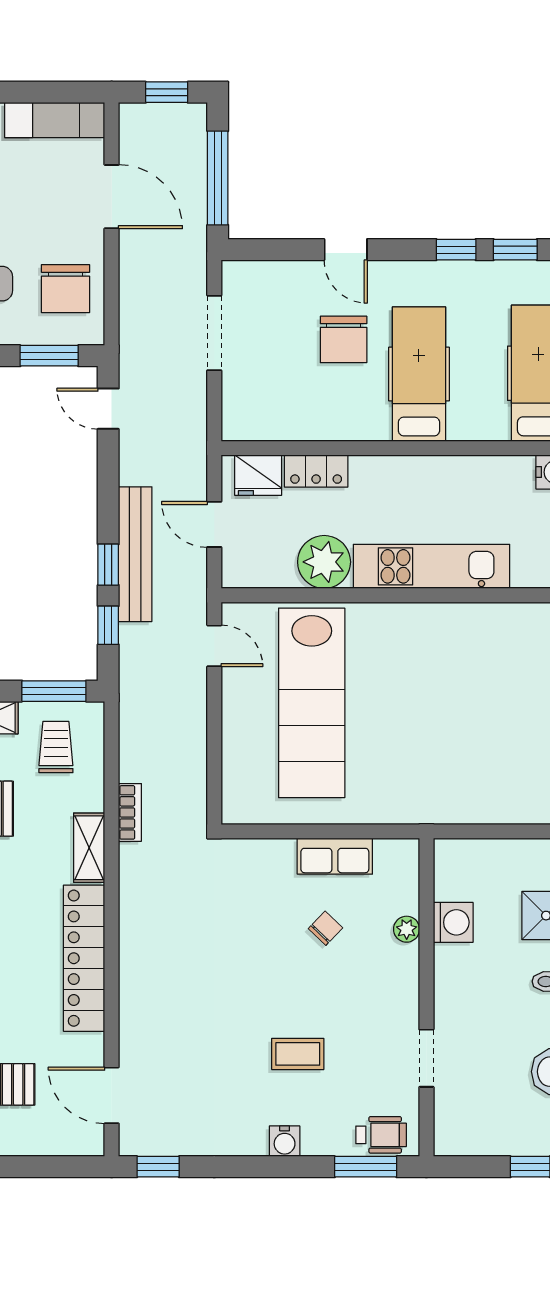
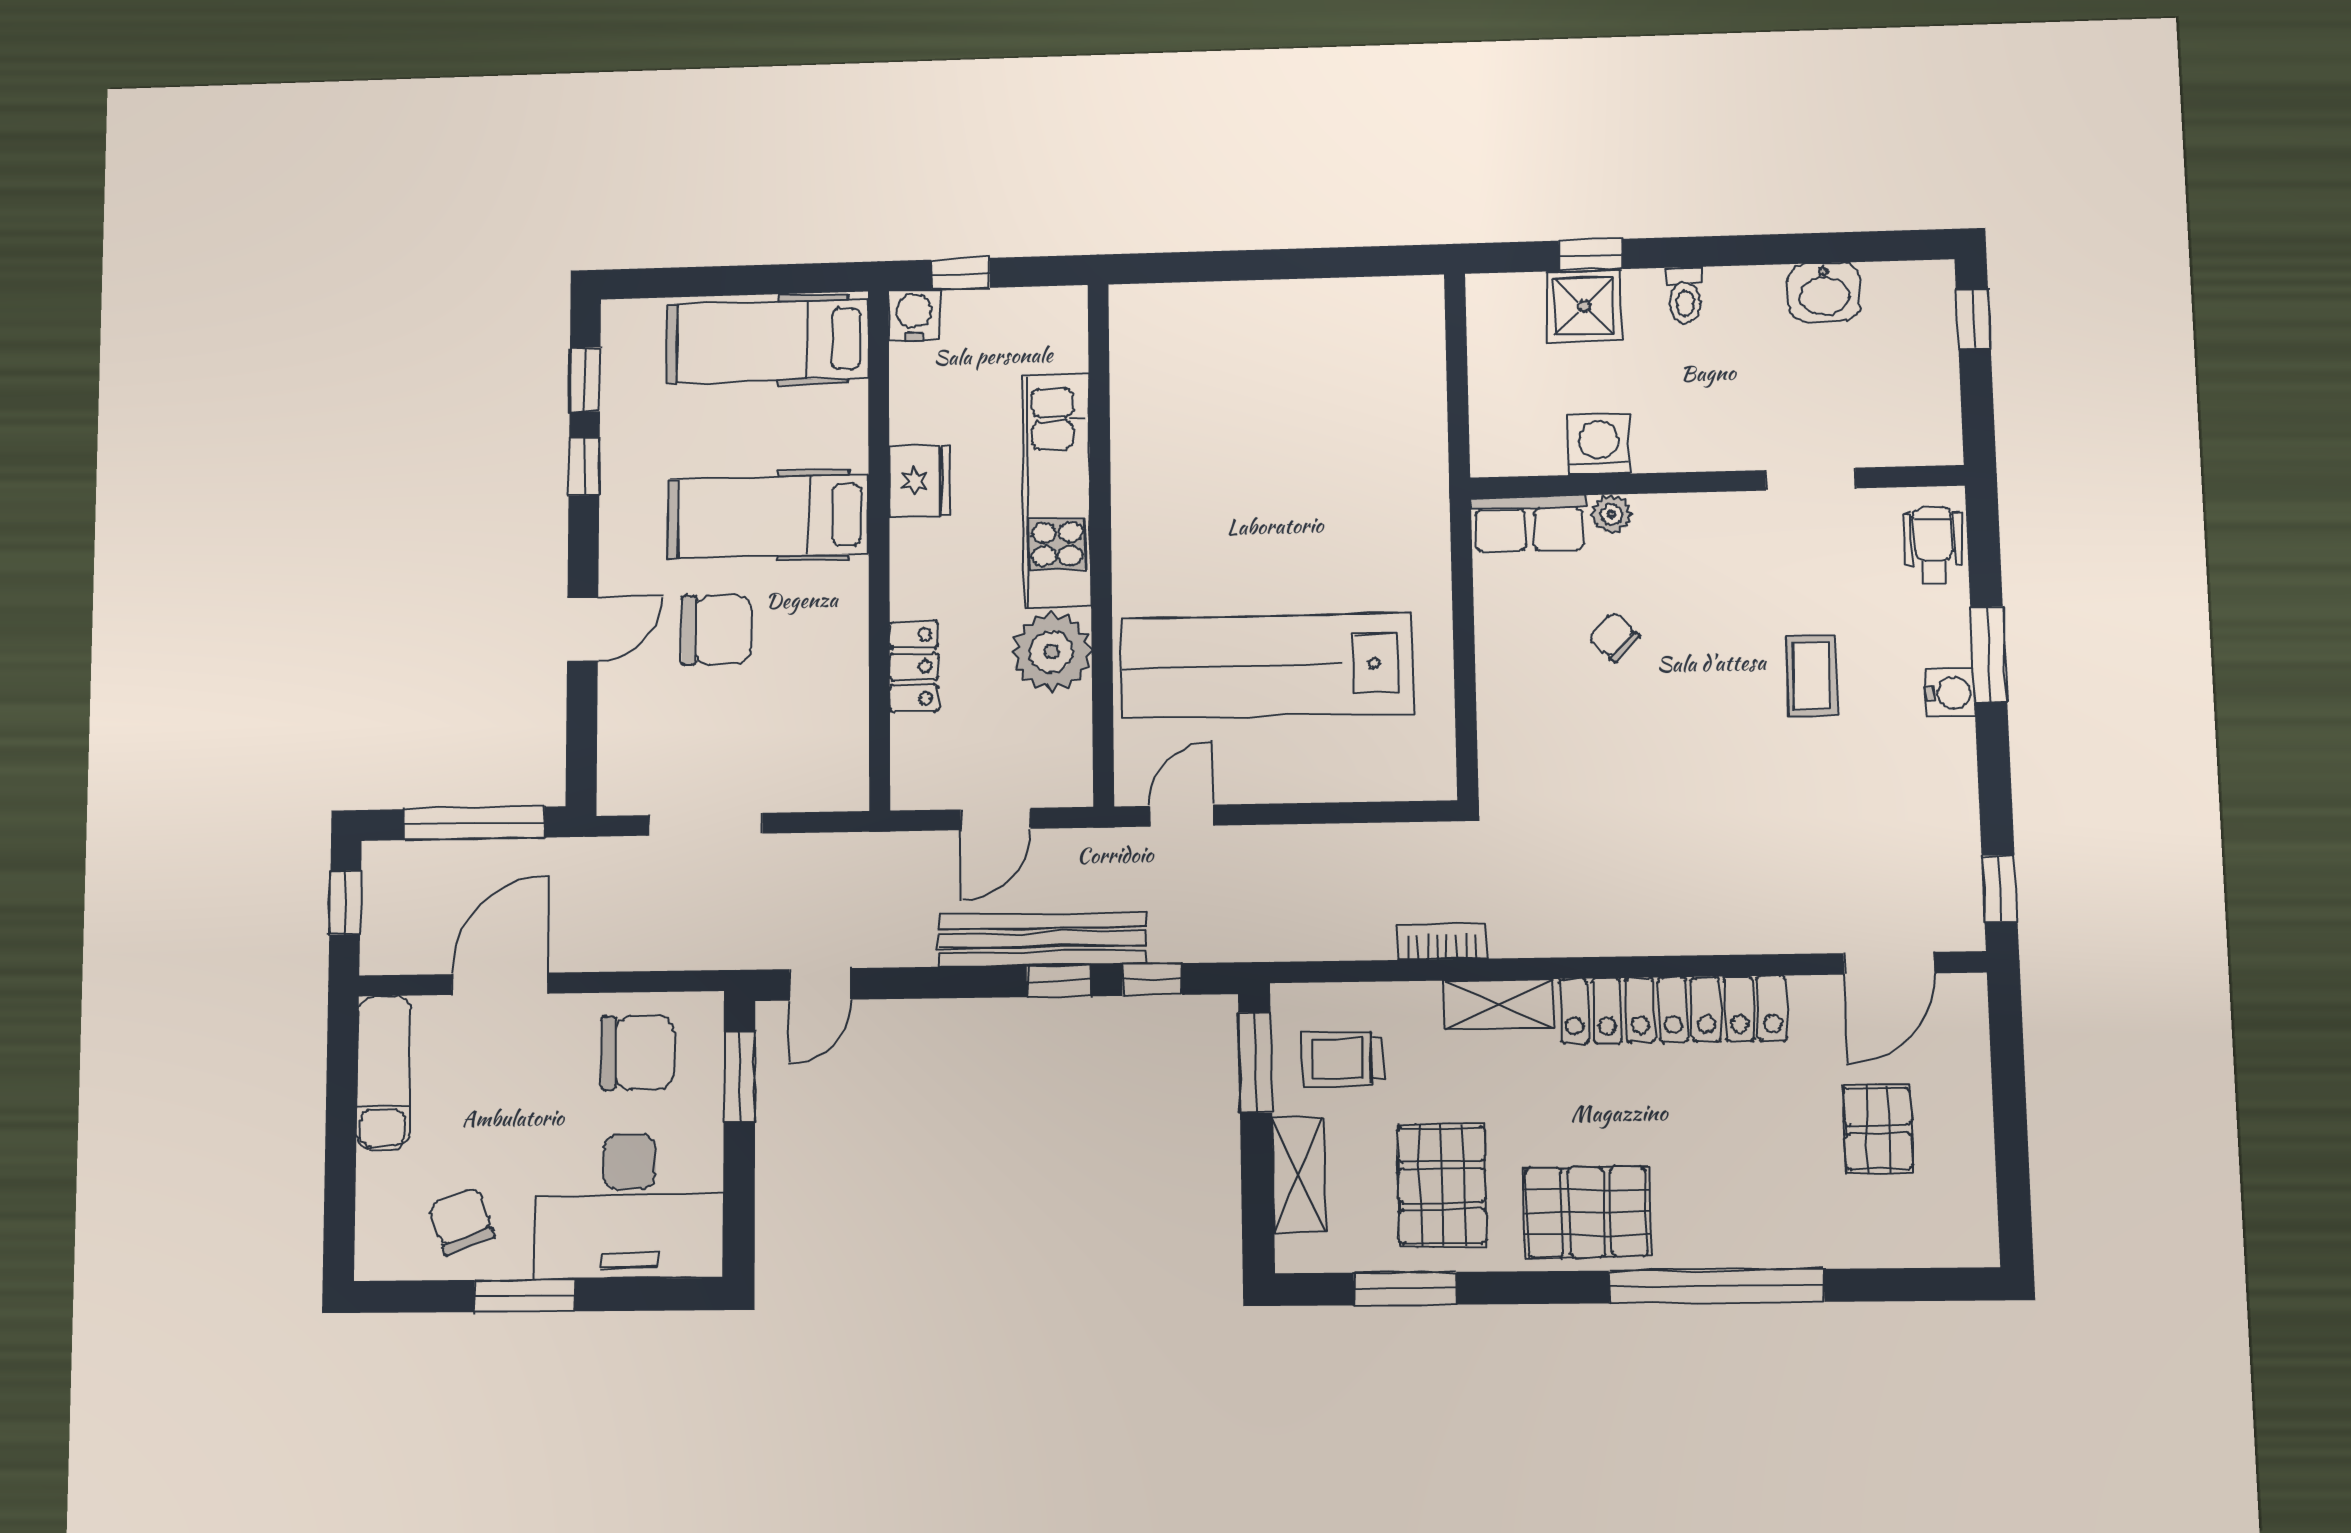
fridge: (258, 475) -> (919, 481), moved
lab bench: (312, 703) -> (1267, 666), turned 180
row of seats: (335, 856) -> (1529, 524), moved, turned 90
window: (366, 1167) -> (1989, 655), moved

